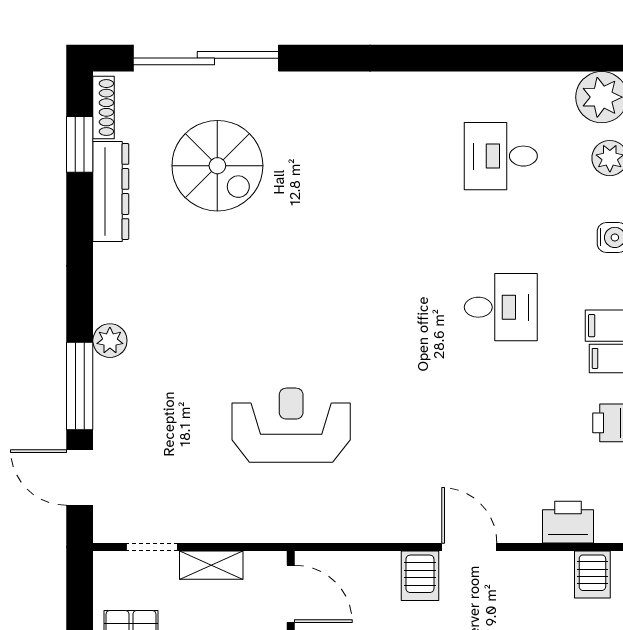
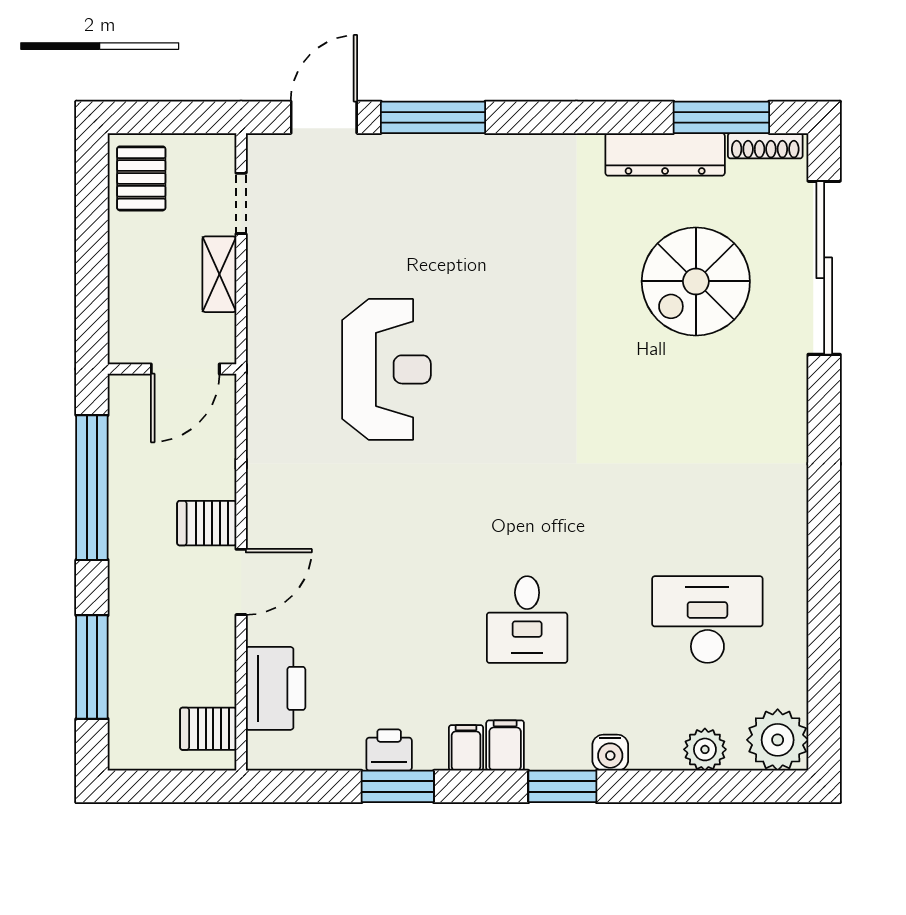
window: (80, 144) -> (721, 117), width x1.44
desk: (501, 156) -> (707, 620), width x1.37
plant: (110, 341) -> (487, 153), removed
printer: (568, 522) -> (276, 688), width x1.37, depth x1.19

